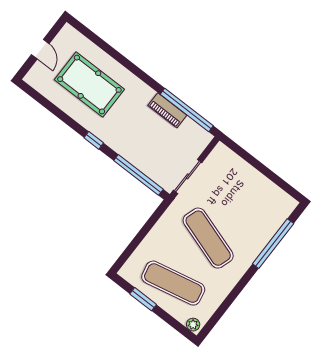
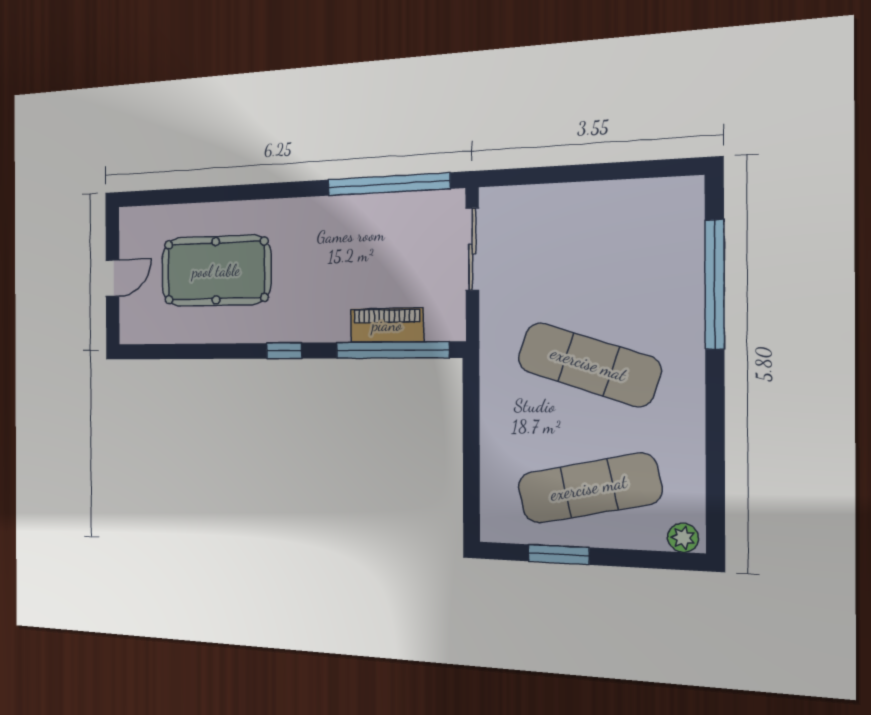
door: (40, 49) -> (113, 278), hinge flipped
piano: (167, 110) -> (387, 325), moved, turned 180
sliding door: (188, 176) -> (472, 249), moved

